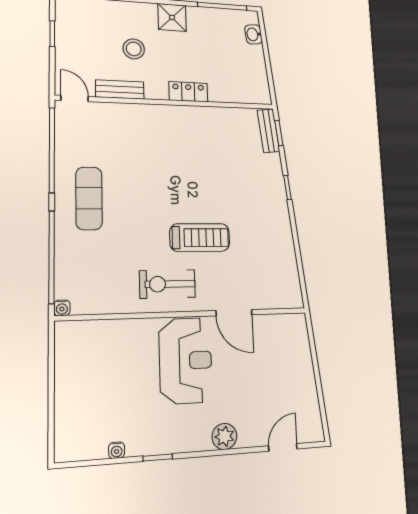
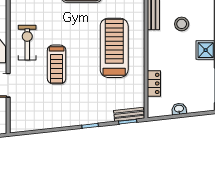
washbasin: (253, 34) -> (179, 109), moved
locker: (188, 92) -> (154, 83), moved
treadmill: (172, 150) -> (114, 48), added

